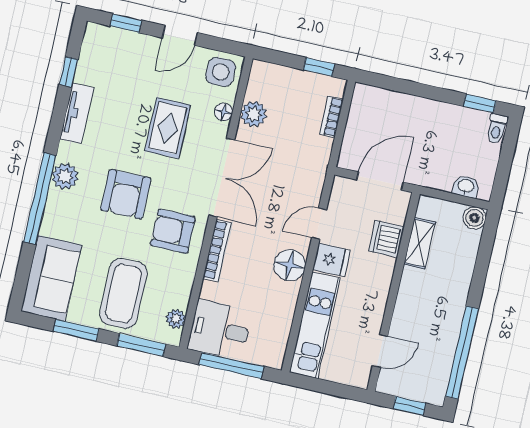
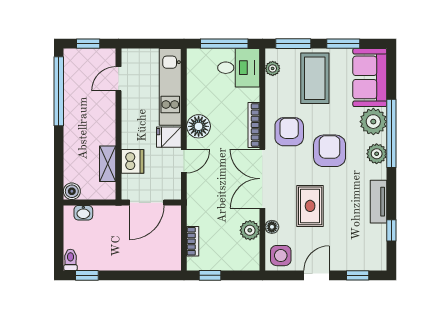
plant: (60, 219) -> (373, 122), added
armchair: (173, 231) -> (289, 132), turned -90

